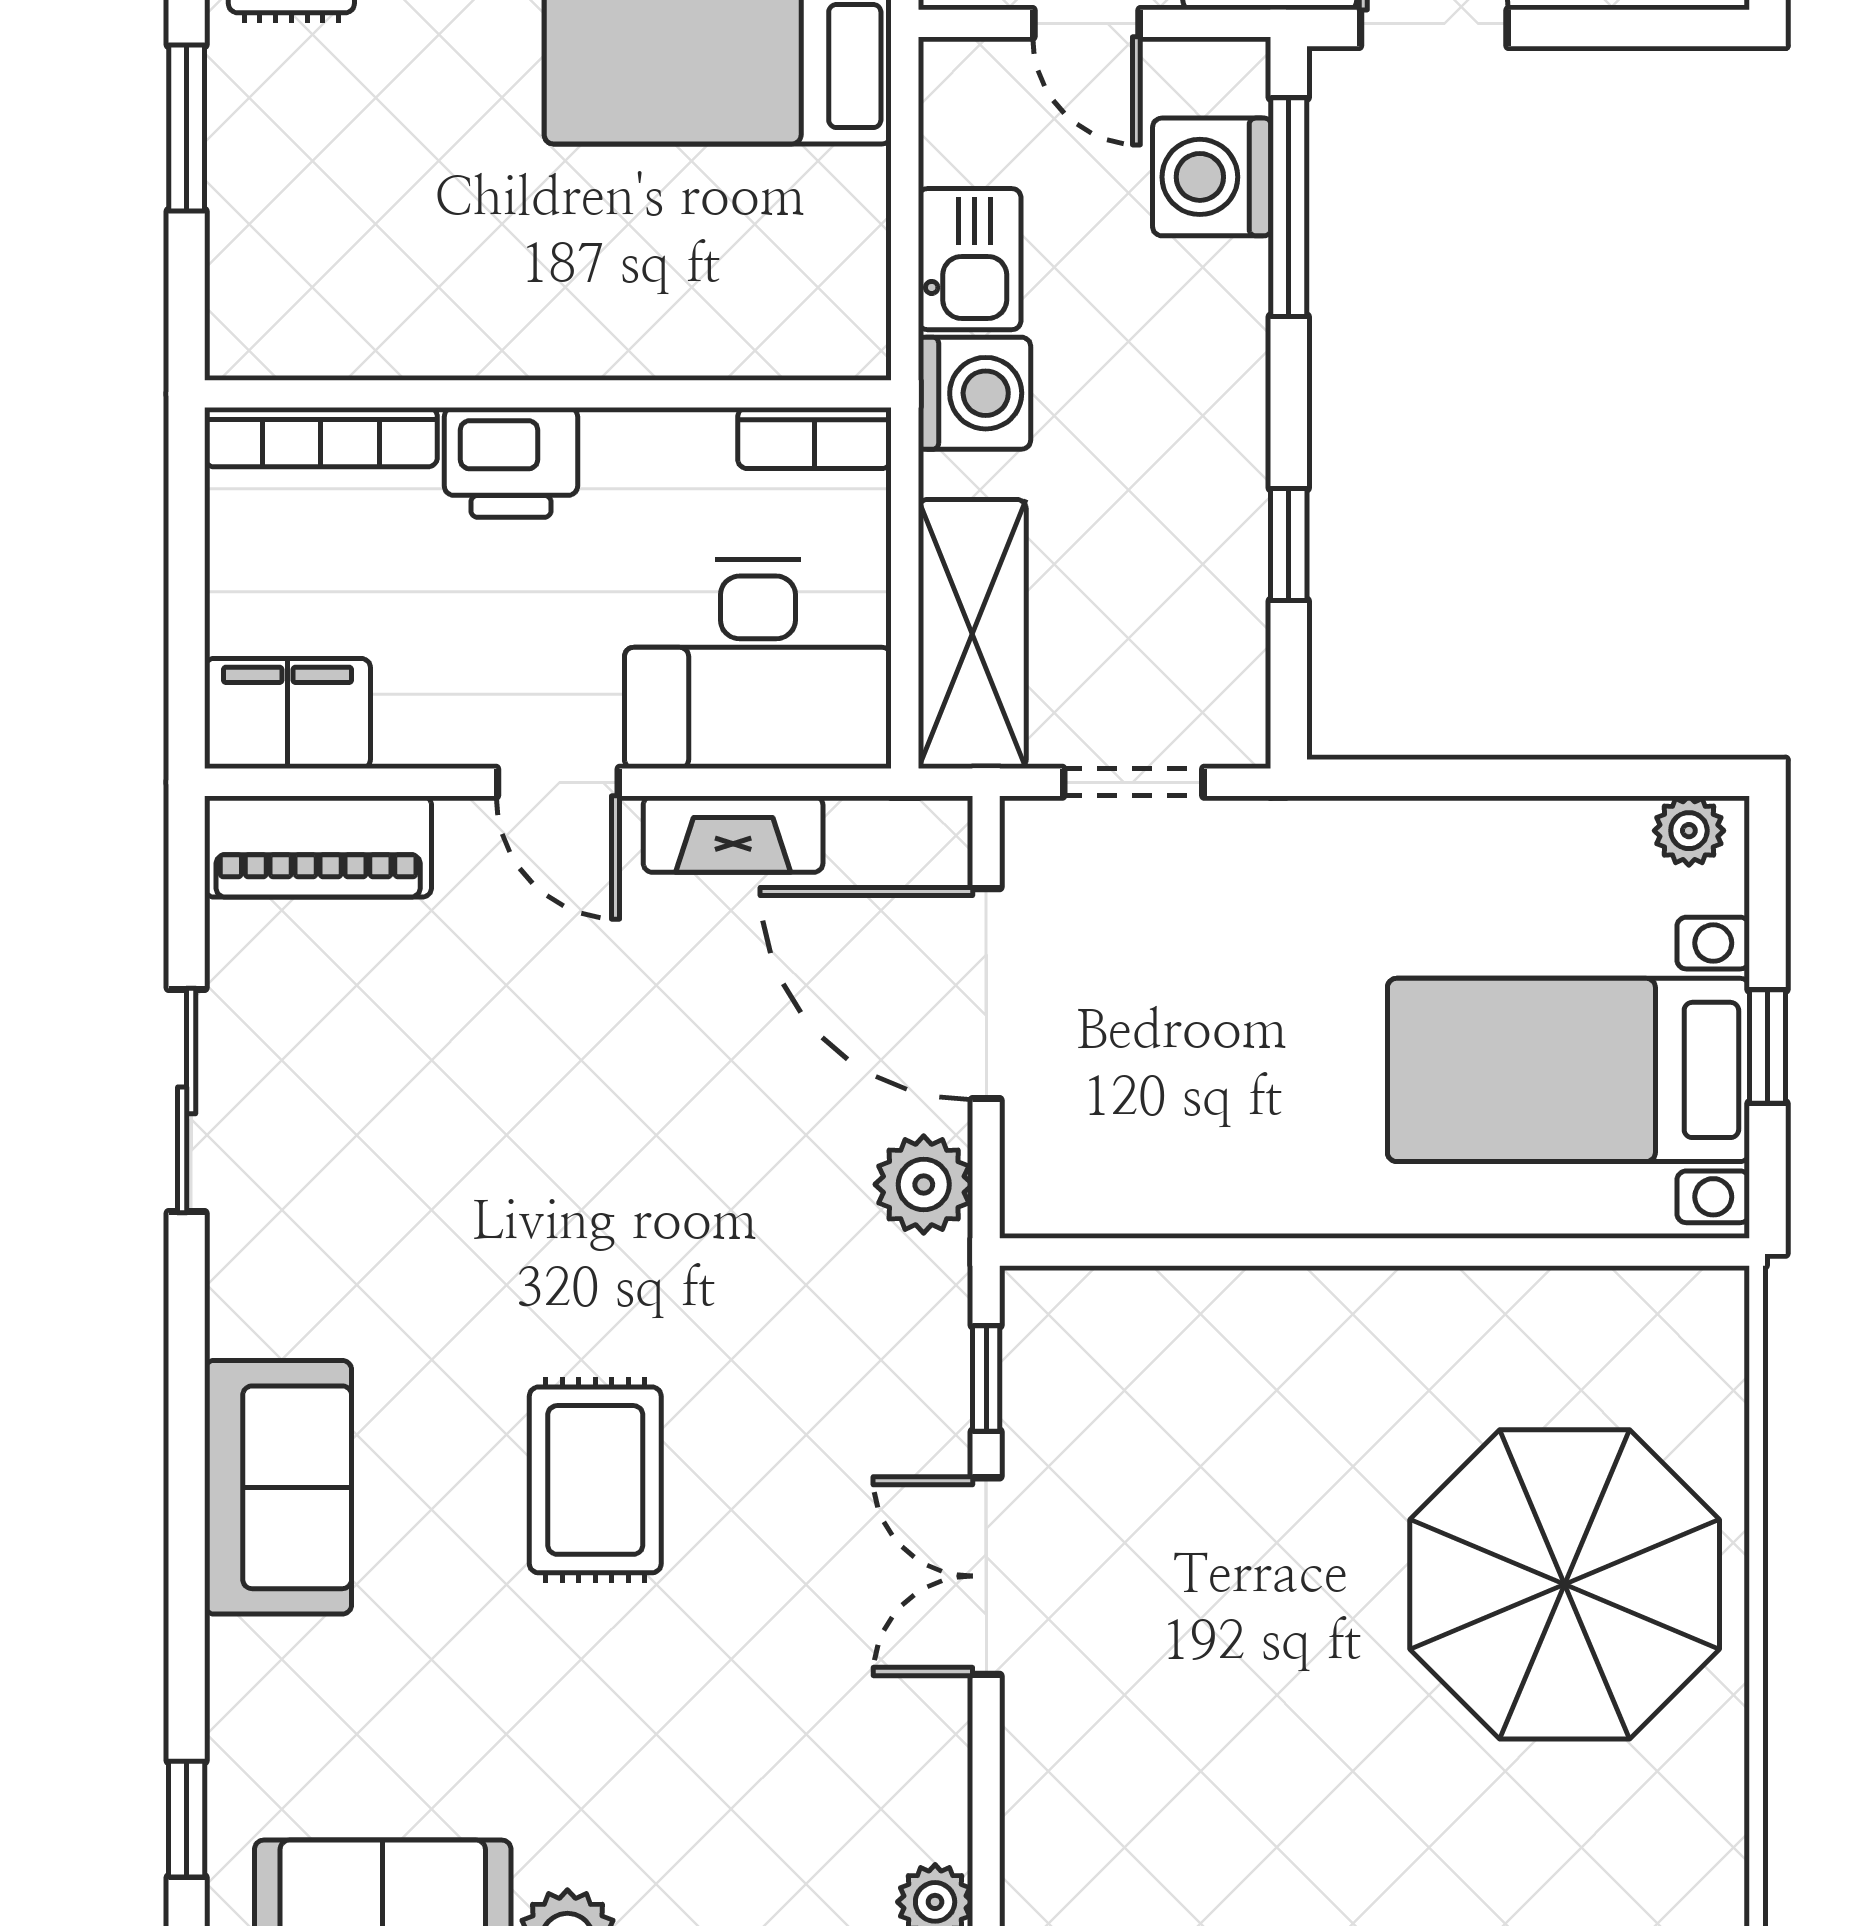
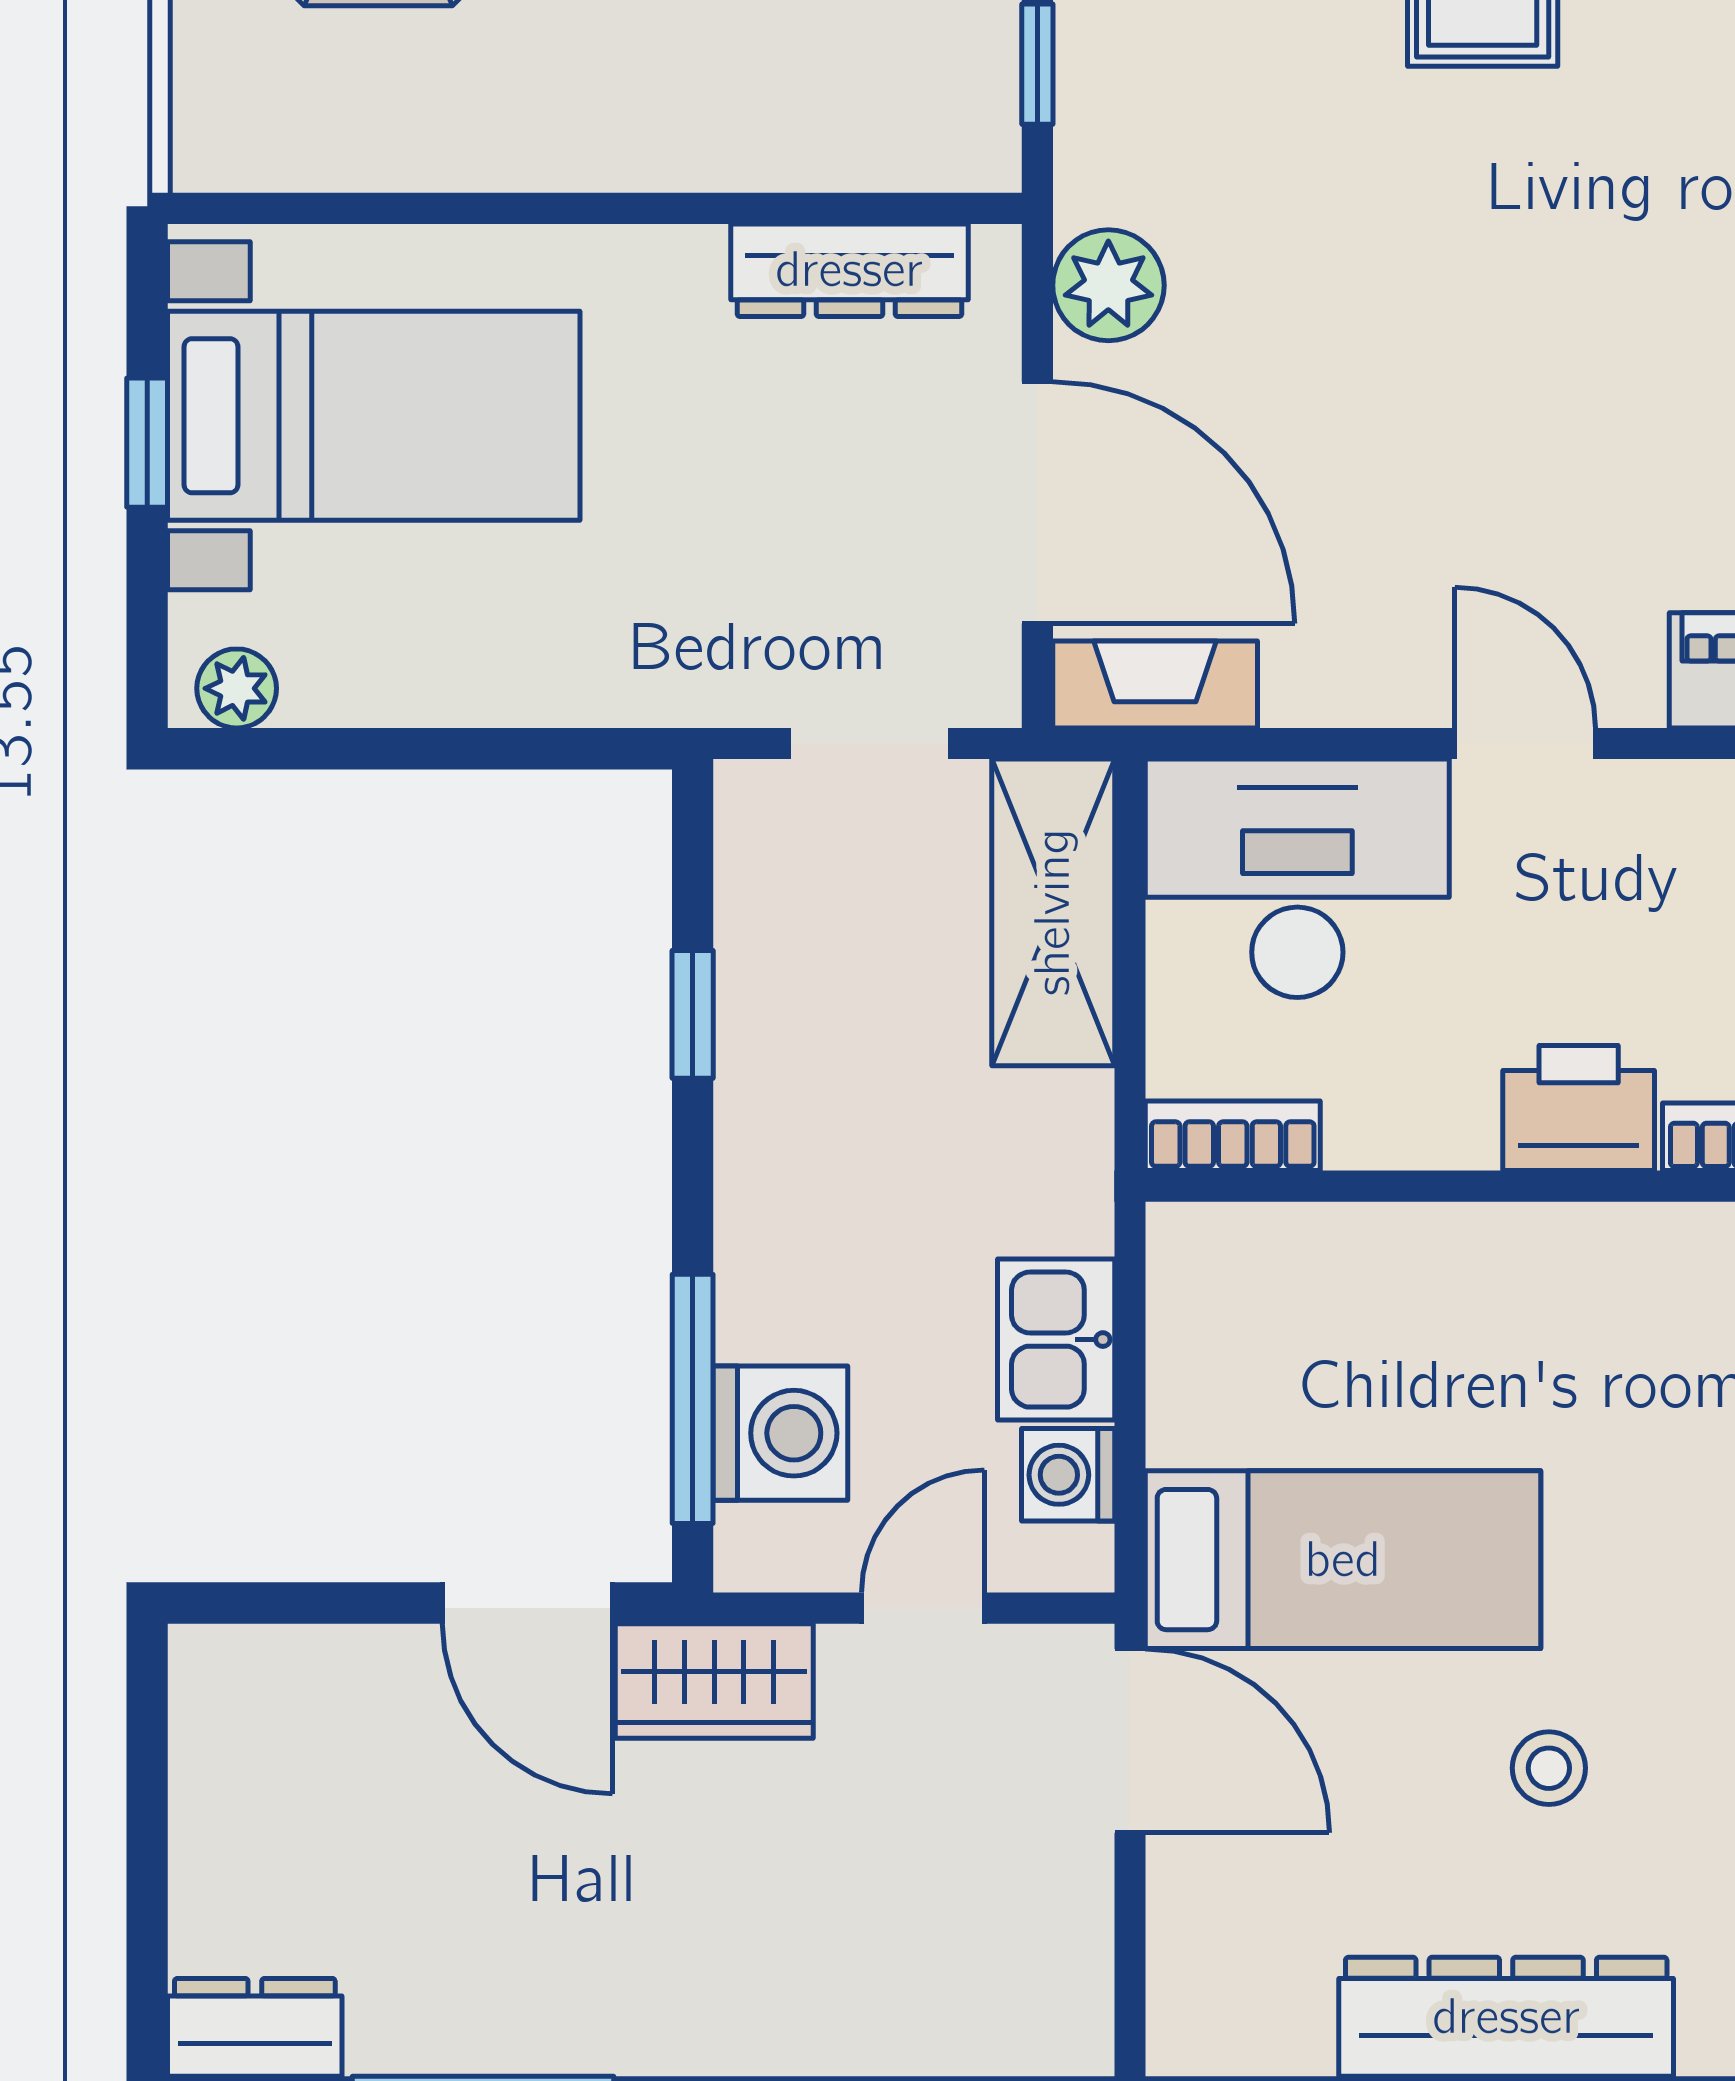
door: (1086, 23) -> (923, 1608), hinge flipped
washing machine: (974, 393) -> (1068, 1475), moved, width x0.73, depth x0.73
fireplace: (733, 834) -> (1155, 684), moved
dresser: (1151, 1198) -> (849, 270), added

